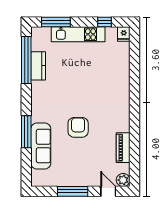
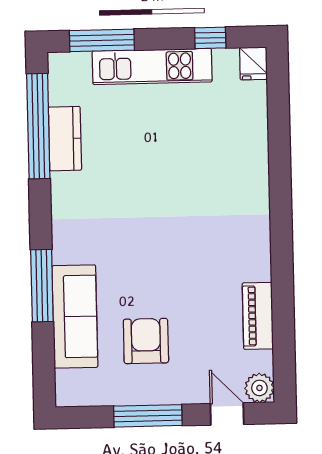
armchair: (78, 127) -> (146, 341), moved

